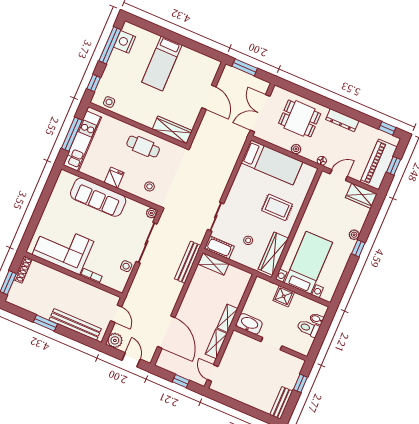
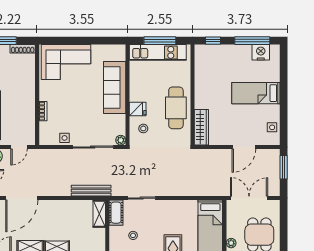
side table: (109, 102) -> (272, 127), moved
cafe table: (143, 147) -> (176, 108), width x1.37, depth x1.35
fridge: (114, 178) -> (138, 109), moved
corner sofa: (63, 248) -> (66, 62), moved, turned 90

